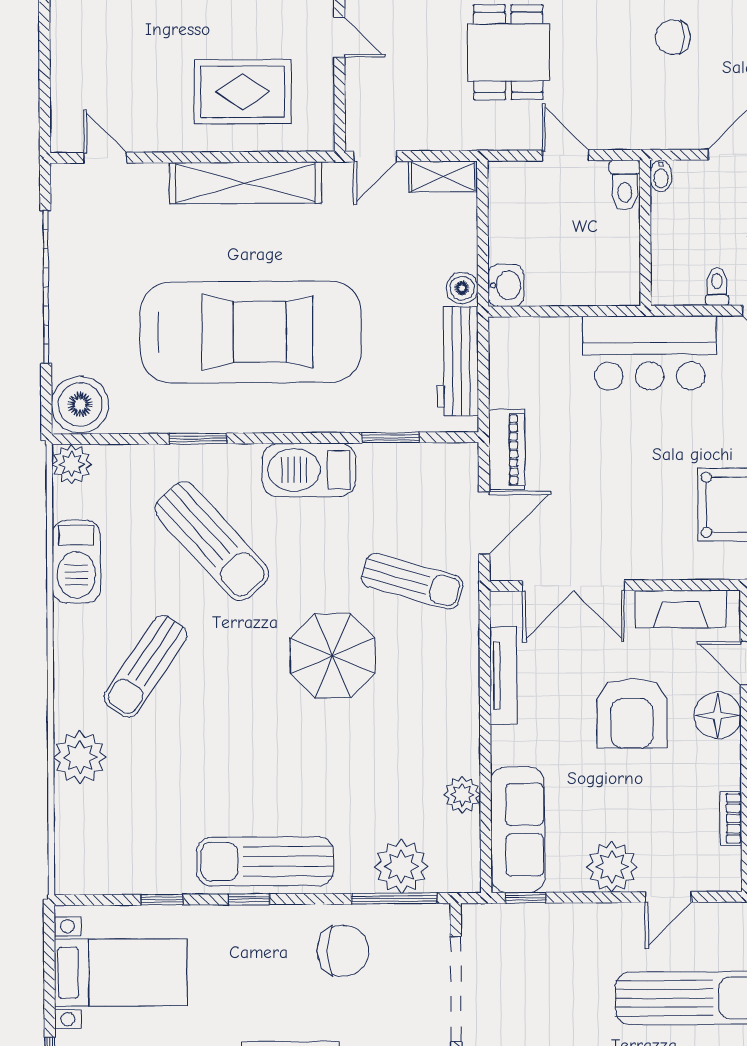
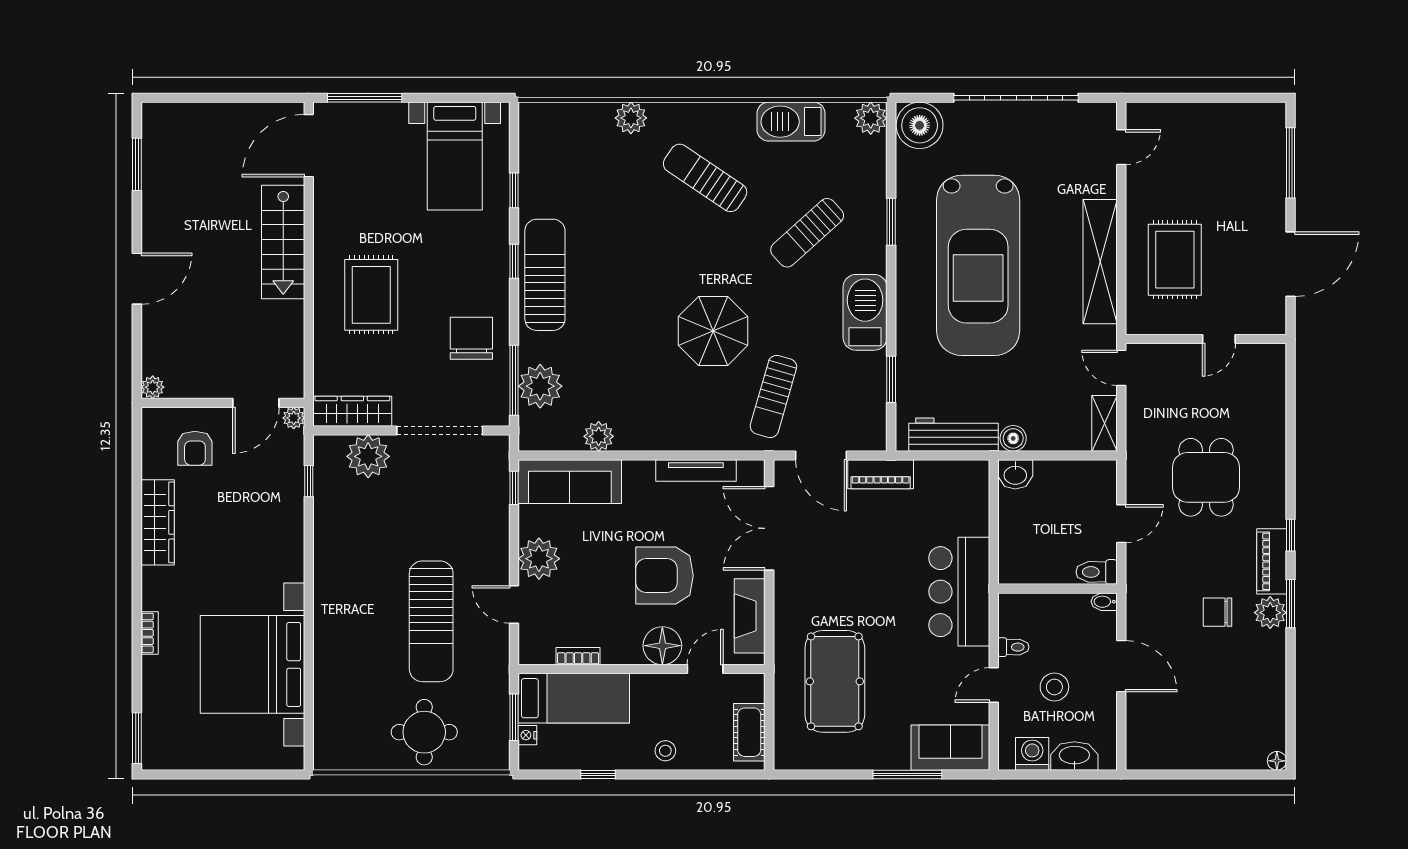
chair: (673, 37) -> (1218, 612), turned -90
dining table: (508, 52) -> (1206, 477), turned 90
sun lounger: (212, 541) -> (807, 233), width x0.73, depth x0.75
plant: (80, 757) -> (631, 118), width x0.73, depth x0.73
chair: (343, 951) -> (471, 338), turned 180

